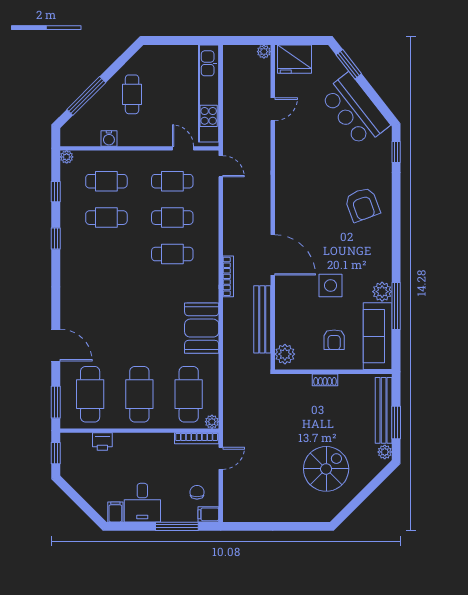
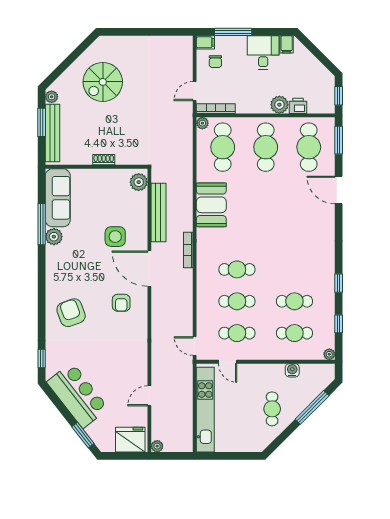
side table: (331, 286) -> (115, 237), moved
armchair: (334, 340) -> (121, 303), moved, turned 180
plant: (124, 443) -> (279, 105), added

